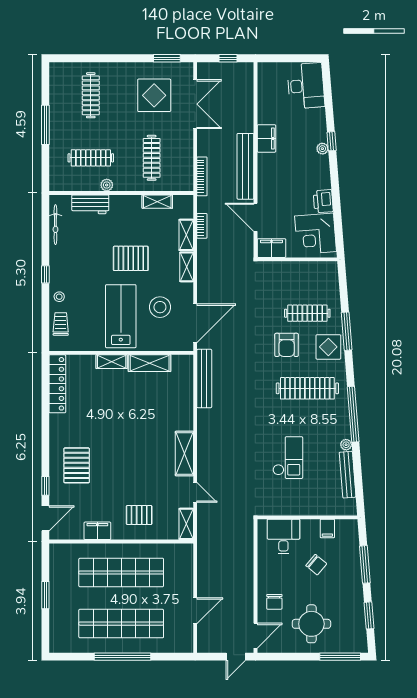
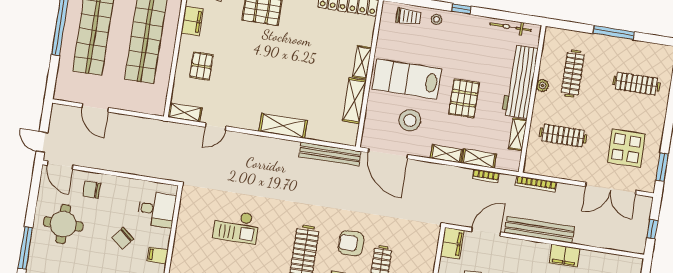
workbench: (90, 204) -> (520, 82), width x1.88, depth x1.32
lab bench: (121, 316) -> (407, 79), turned 180
shelving: (184, 454) -> (283, 126), moved

